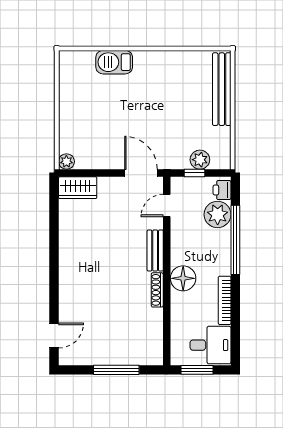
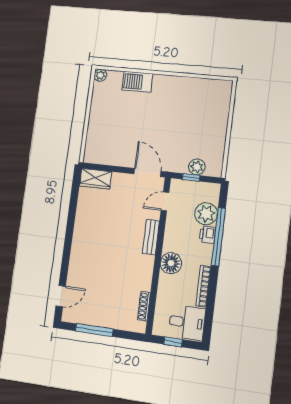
bench: (222, 89) -> (222, 111), removed
plant: (66, 161) -> (100, 75), moved
printer: (222, 190) -> (207, 234), moved
shoe rack: (157, 290) -> (144, 306), moved
window: (116, 370) -> (94, 330), moved
window: (197, 370) -> (173, 342), width x0.67

